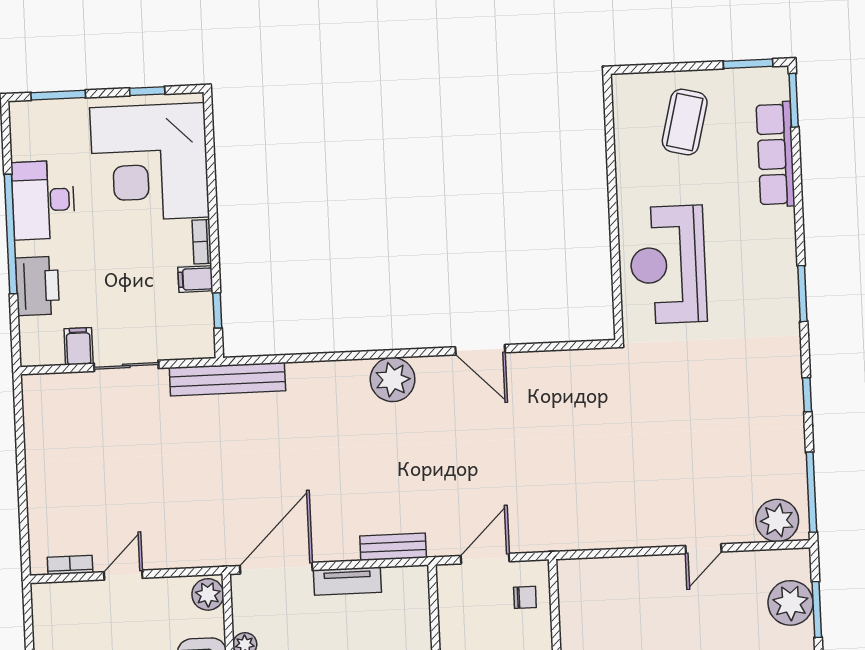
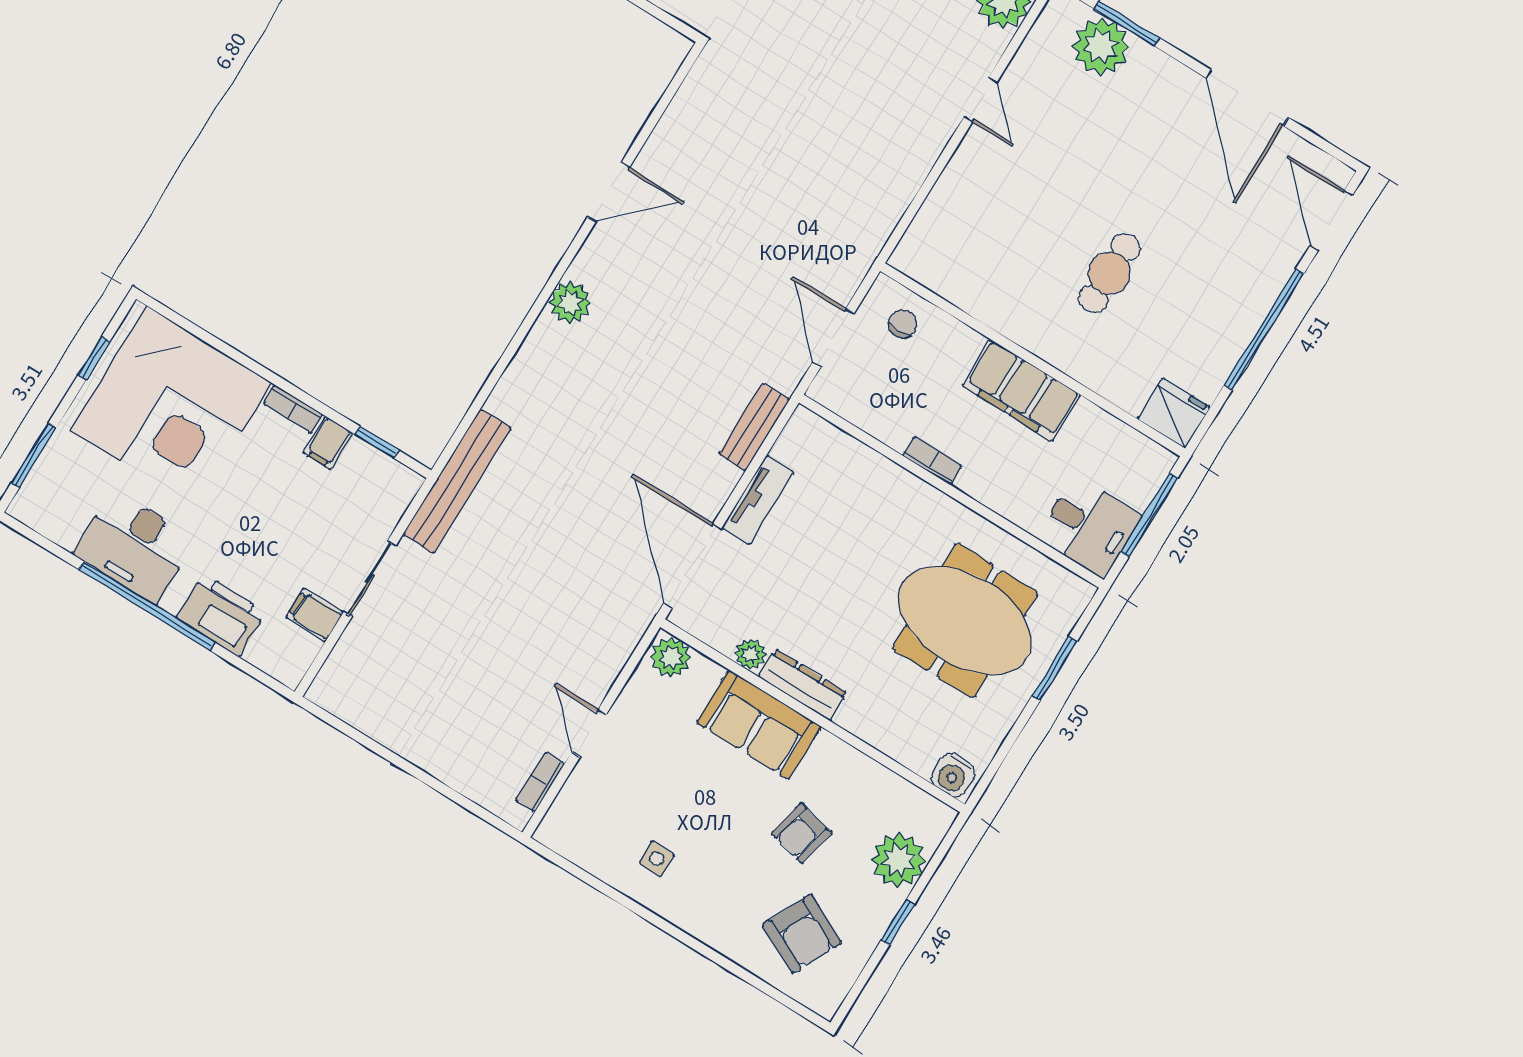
plant: (393, 380) -> (570, 303), width x0.73, depth x0.73

